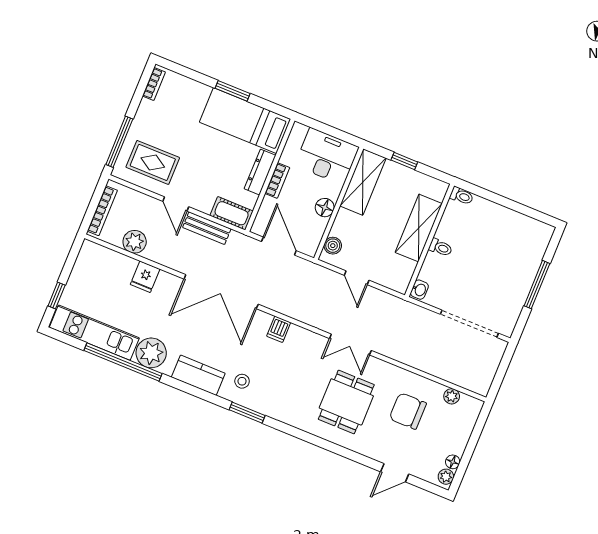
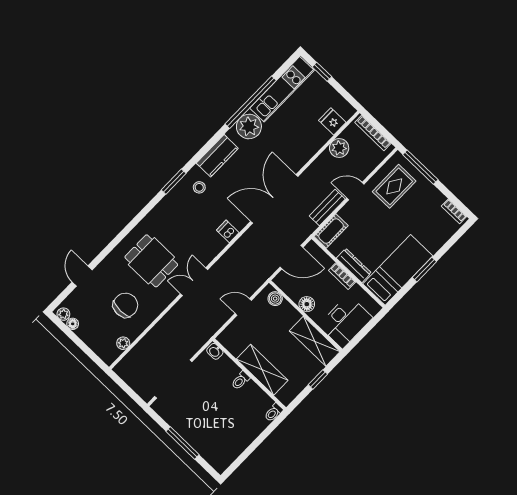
fridge: (145, 277) -> (332, 121), moved

